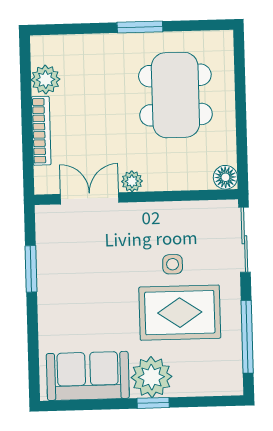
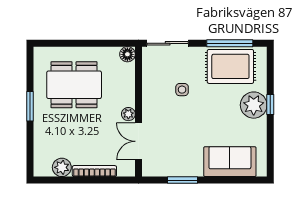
rug: (180, 313) -> (230, 66), moved, turned 90
sofa: (88, 376) -> (230, 162), moved, turned 90

